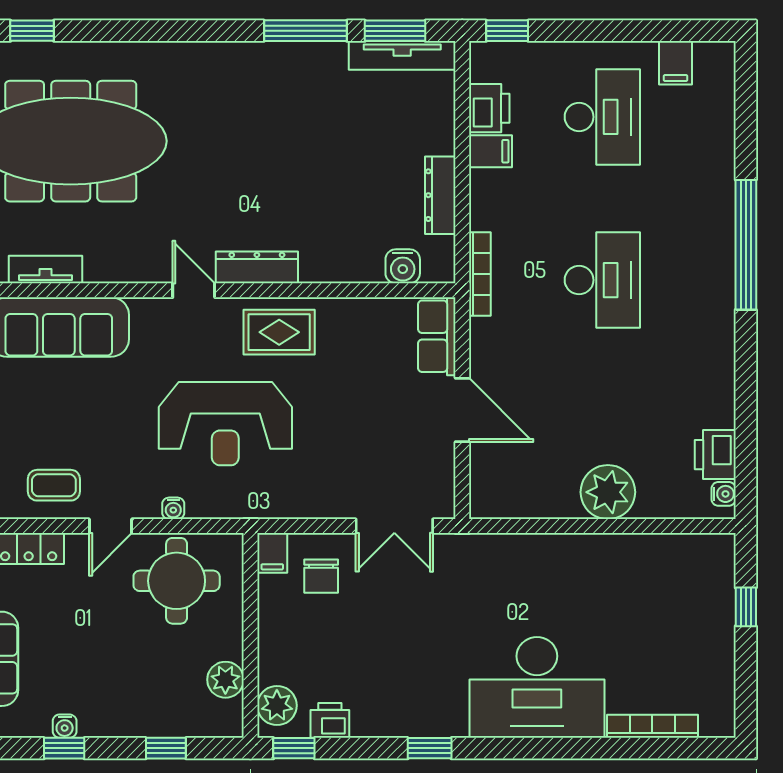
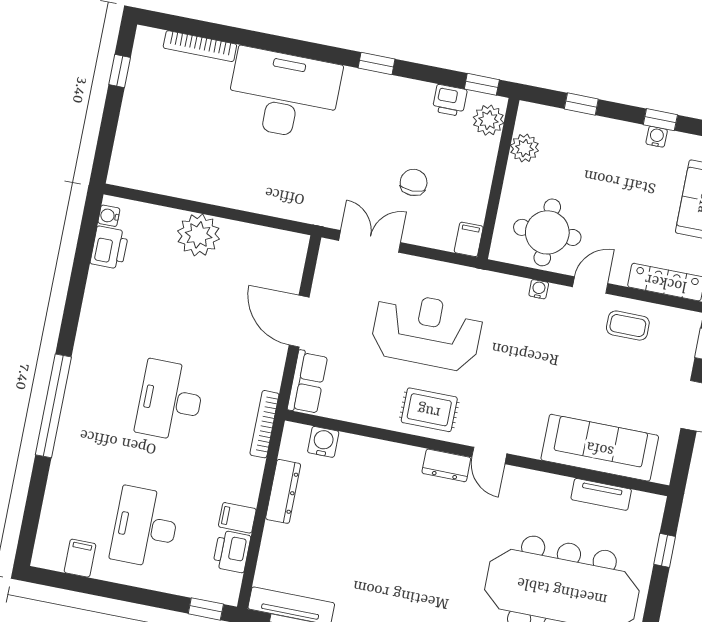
dresser: (257, 267) -> (446, 465), width x0.70
reception desk: (225, 424) -> (427, 331), moved
chair: (321, 576) -> (414, 182), moved
window: (746, 607) -> (120, 71), moved

